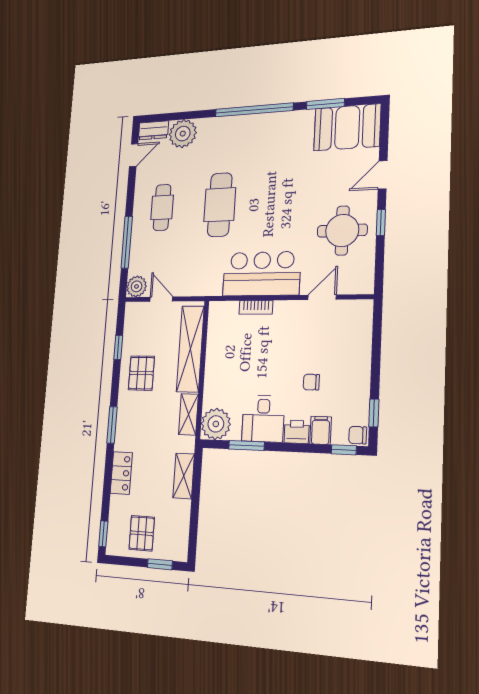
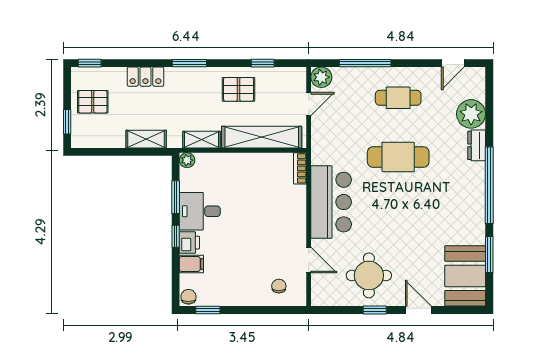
dresser: (153, 130) -> (477, 145), moved
door: (134, 155) -> (453, 63), hinge flipped
bookcase: (256, 307) -> (300, 168), moved
chair: (311, 382) -> (279, 286), moved
plant: (216, 424) -> (187, 160), width x0.53, depth x0.53
window: (344, 450) -> (176, 236), moved

